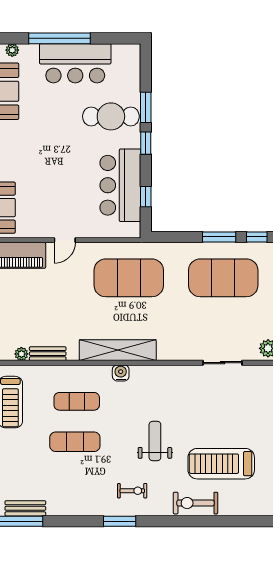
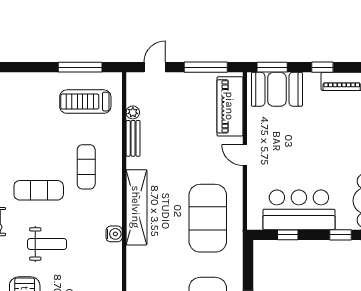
water cooler: (121, 373) -> (114, 234), moved
exercise mat: (75, 442) -> (39, 190), moved, turned 90

